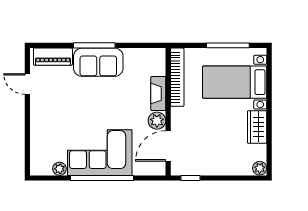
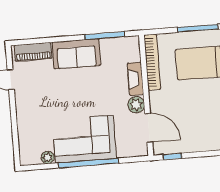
window: (94, 45) -> (105, 36), moved
door: (168, 146) -> (149, 128), swing flipped

